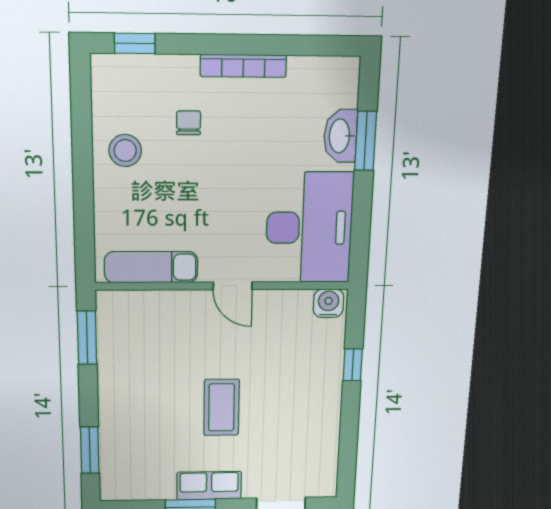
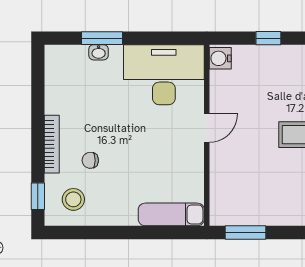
bookcase: (243, 66) -> (52, 144), moved
washbasin: (340, 136) -> (99, 52), width x0.52, depth x0.69
stool: (125, 151) -> (73, 199), moved
exam couch: (151, 267) -> (171, 214), moved, turned 90

